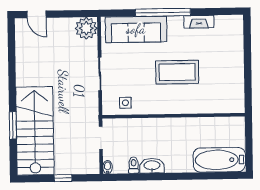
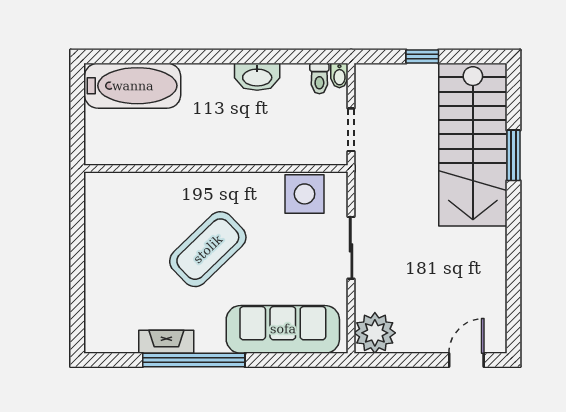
window: (163, 12) -> (194, 360), moved
door: (37, 14) -> (466, 360), hinge flipped
coffee table: (177, 72) -> (208, 249), turned -44
side table: (125, 103) -> (305, 194), width x1.87, depth x1.87
toilet: (134, 165) -> (319, 78), moved

